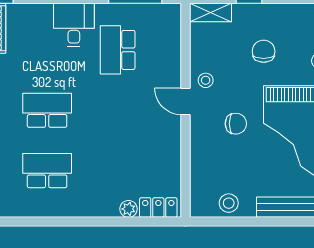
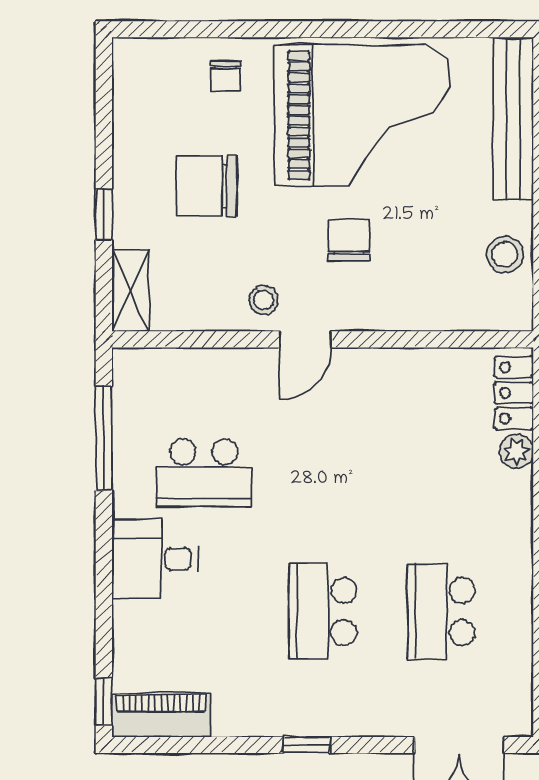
chair: (264, 51) -> (207, 186), width x1.37, depth x1.37

